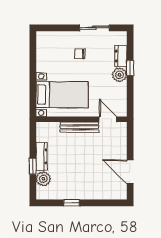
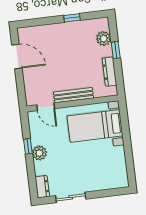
chair: (80, 54) -> (82, 169), removed
dresser: (121, 56) -> (42, 187), moved
window: (130, 68) -> (28, 146), moved
dresser: (42, 157) -> (109, 72), moved

